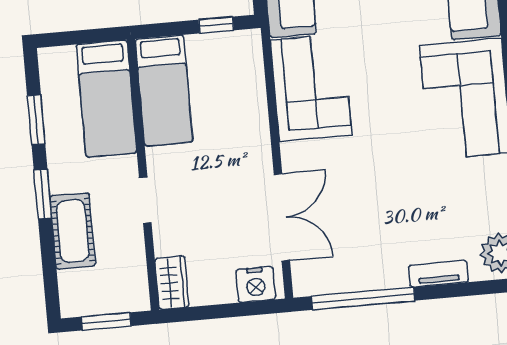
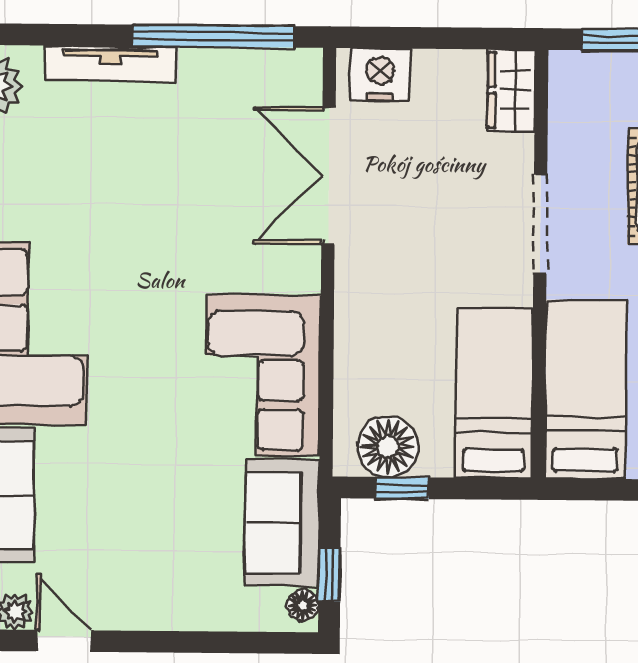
floor lamp: (228, 50) -> (388, 447), added
doorway: (145, 200) -> (540, 224), width x1.38
tv unit: (438, 274) -> (110, 64), width x1.41

